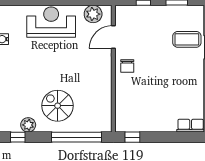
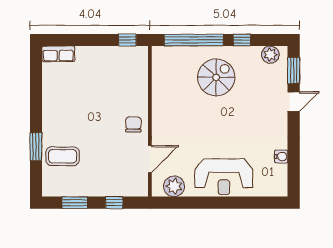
spiral stairs: (58, 106) -> (216, 77), turned -90
plant: (28, 125) -> (270, 55), moved
window: (18, 137) -> (242, 40), moved

